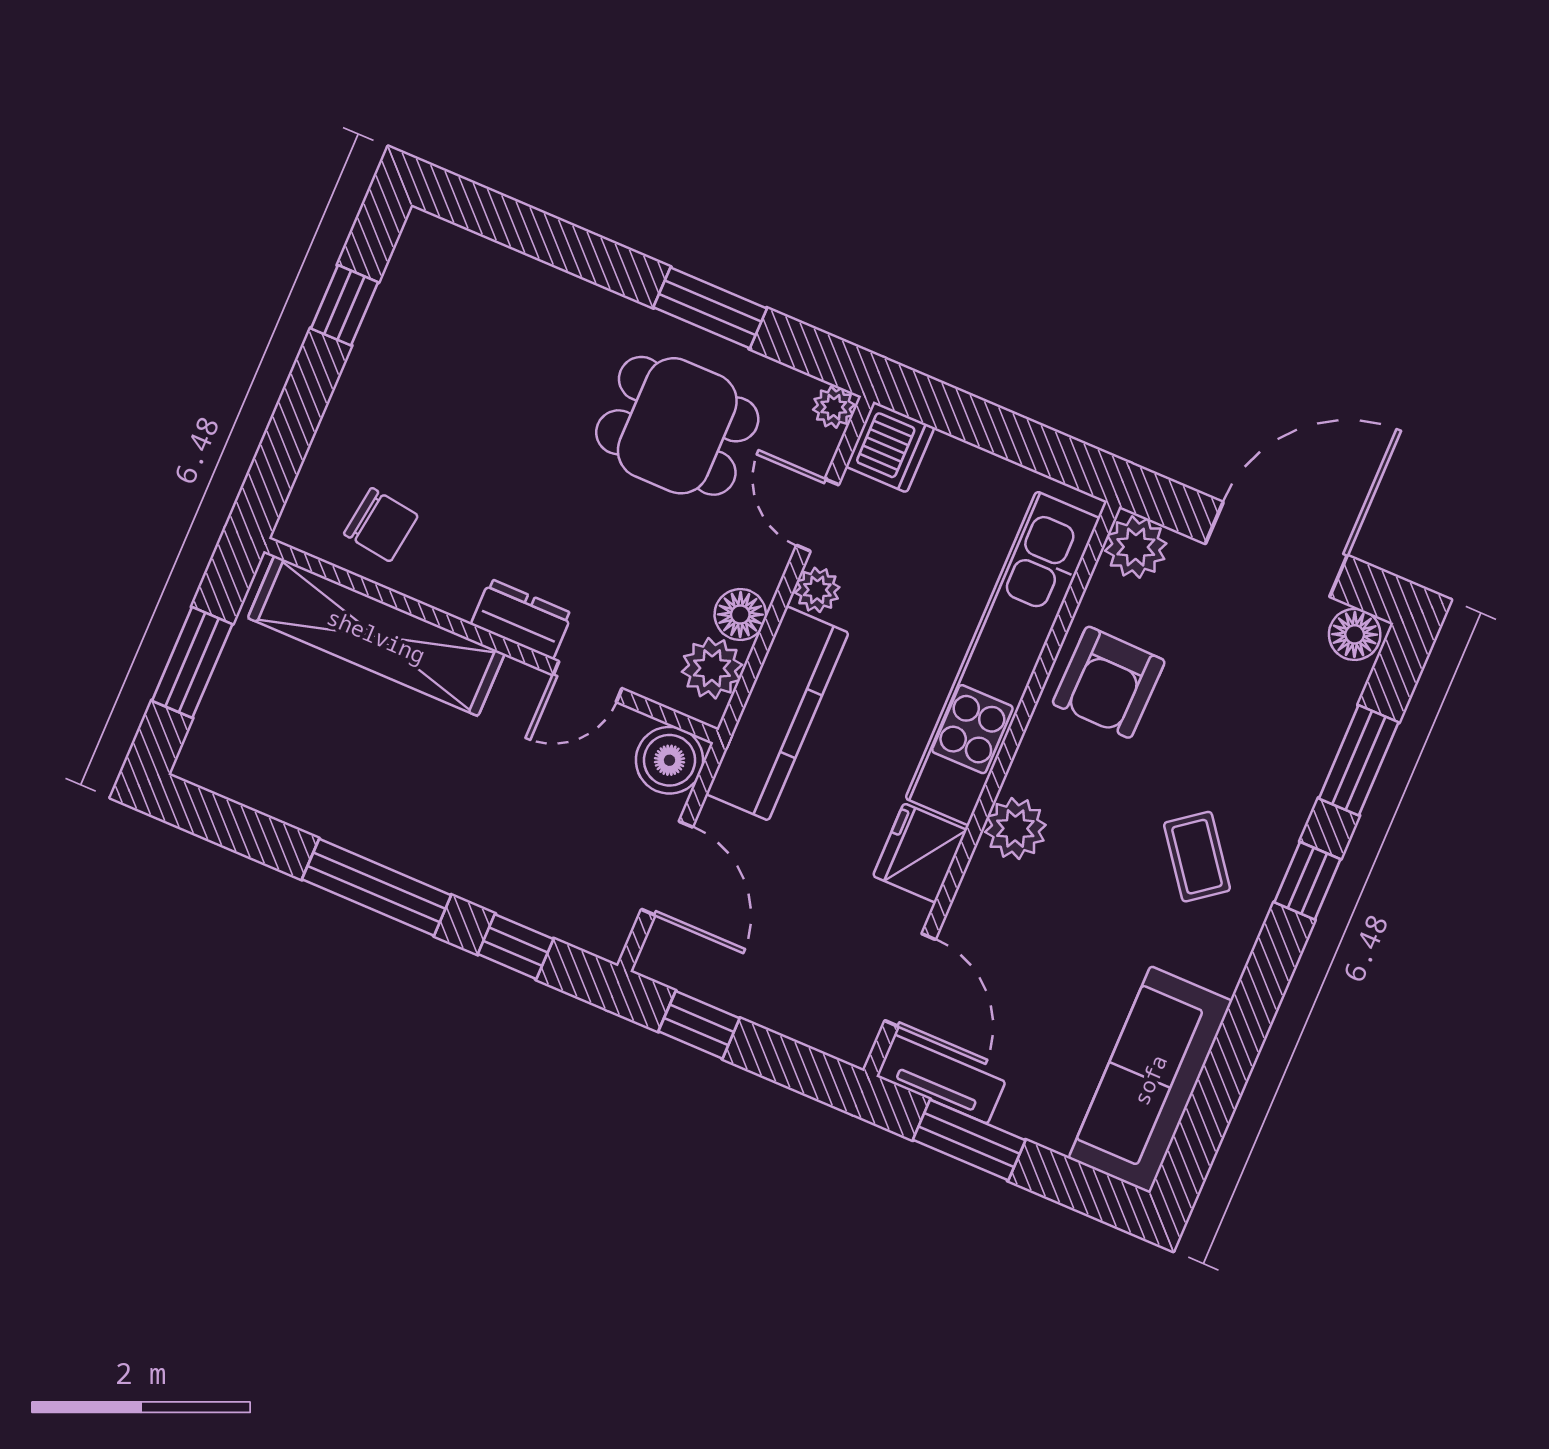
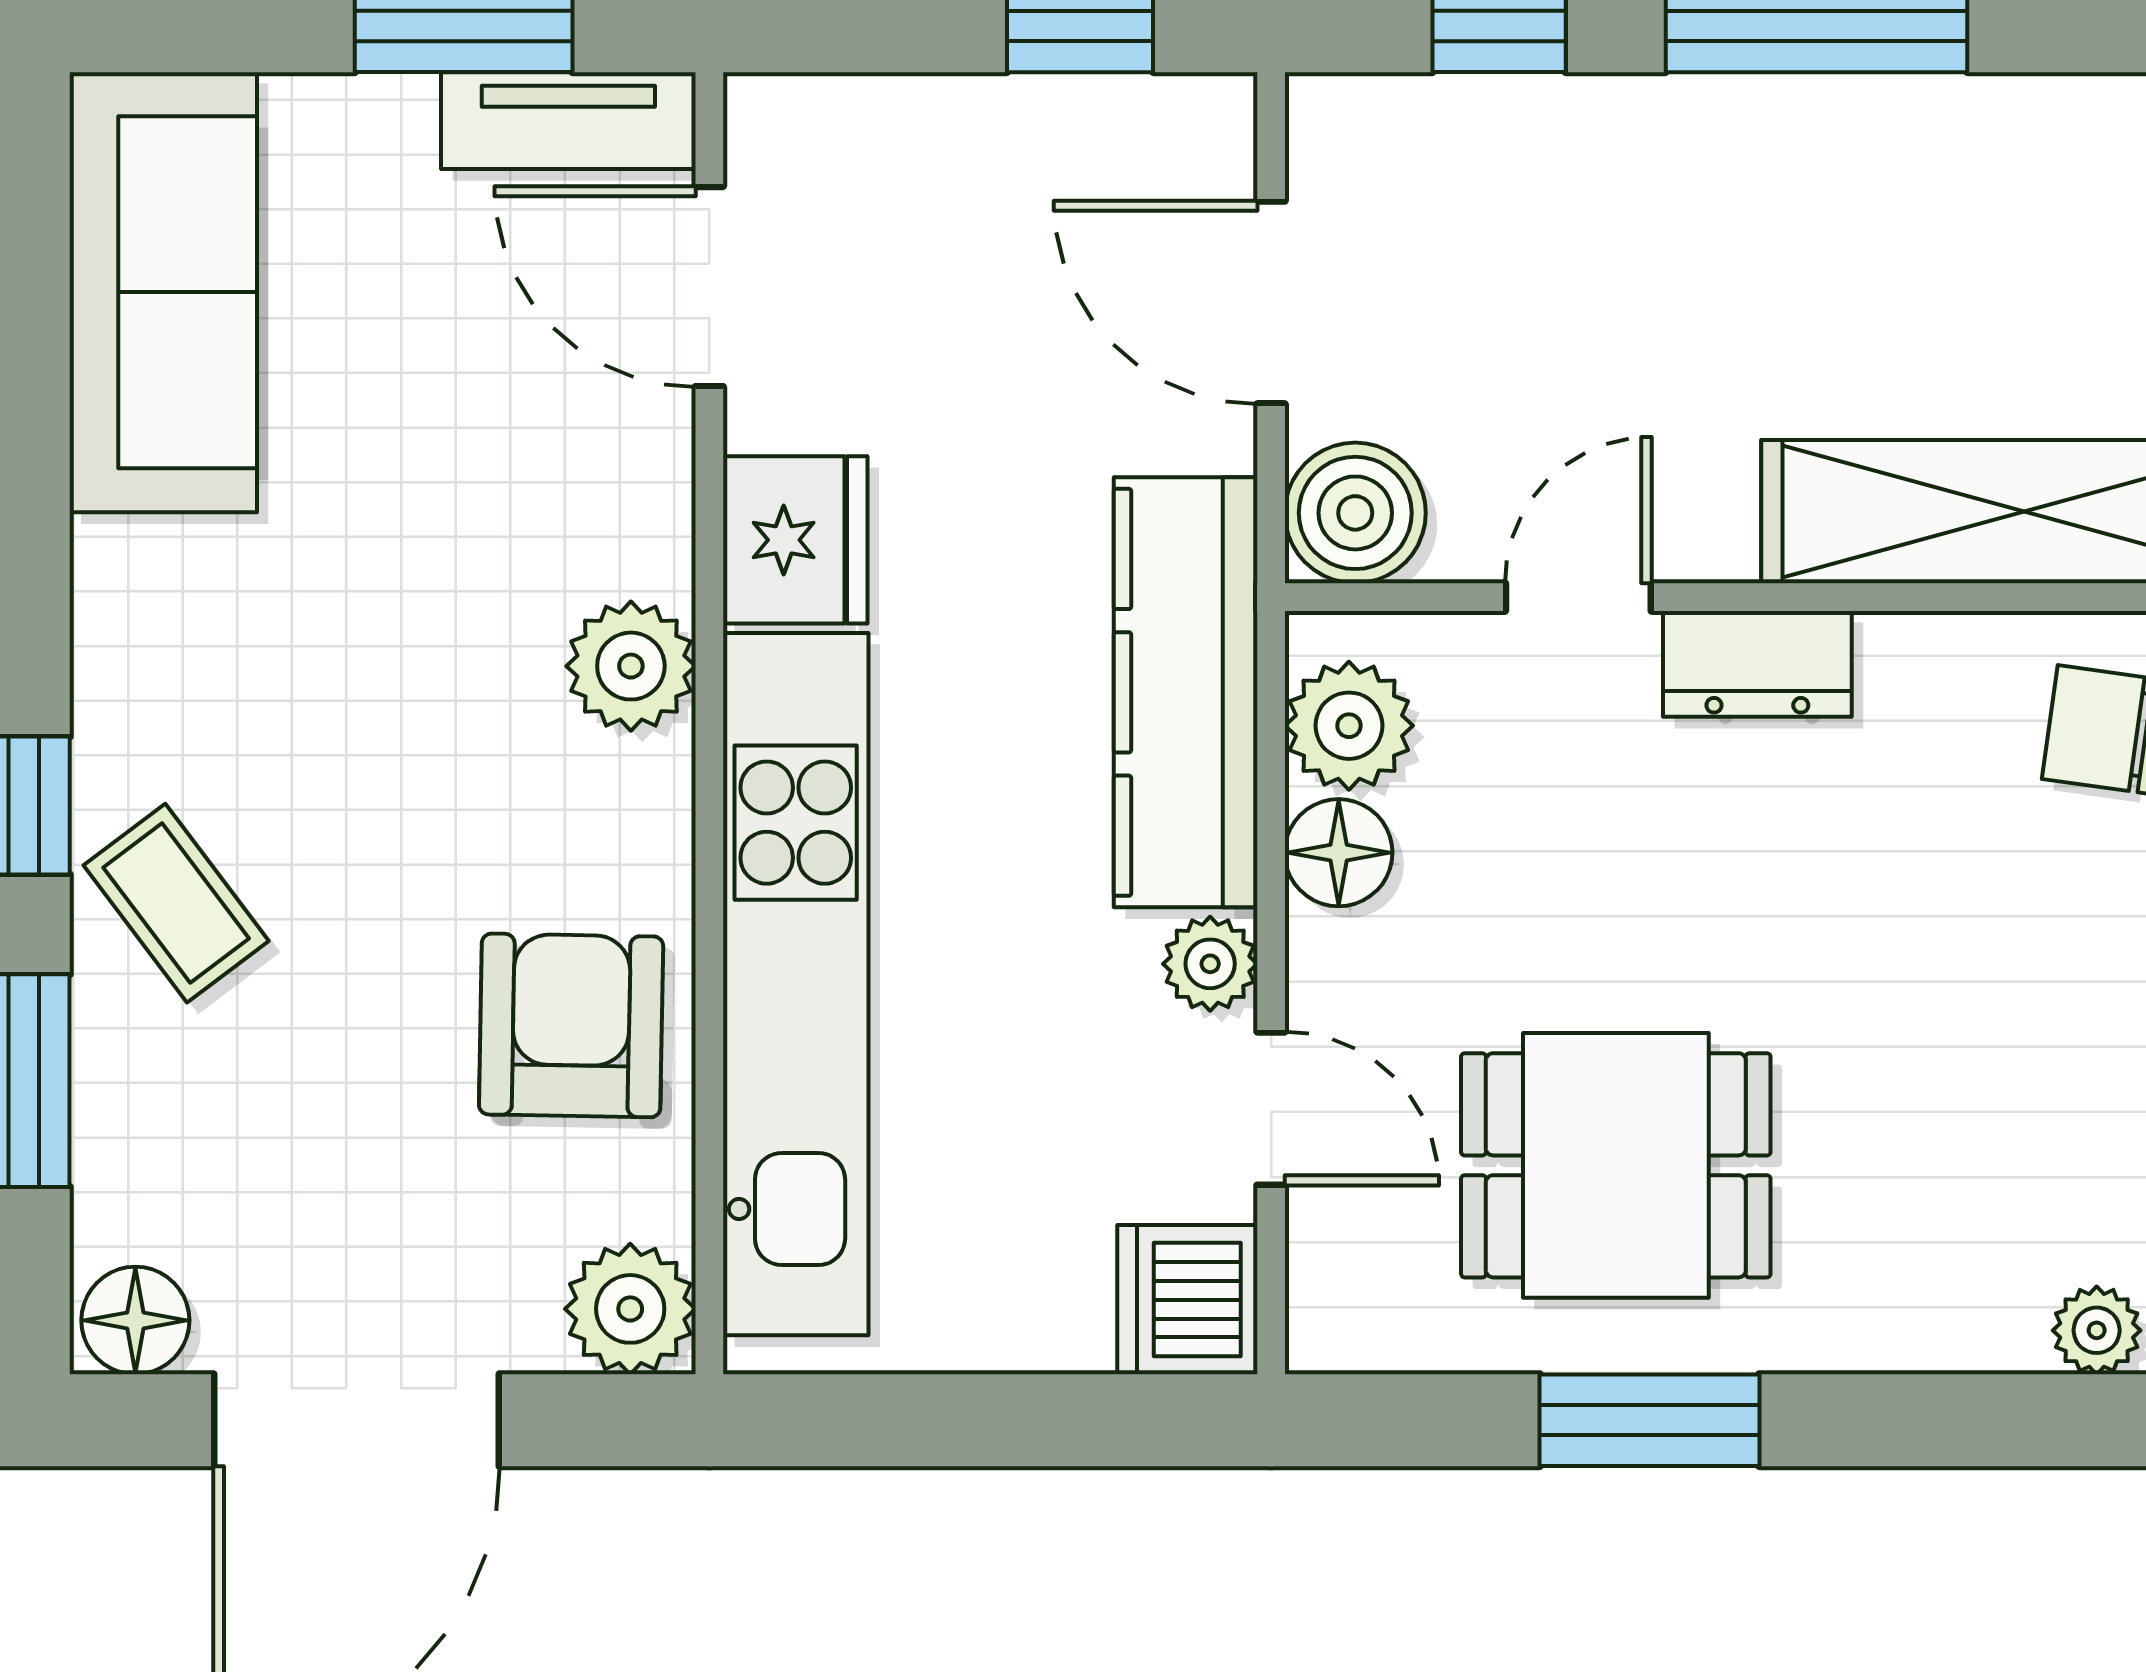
plant: (834, 407) -> (2097, 1330), moved
coffee table: (1197, 857) -> (176, 903), moved

